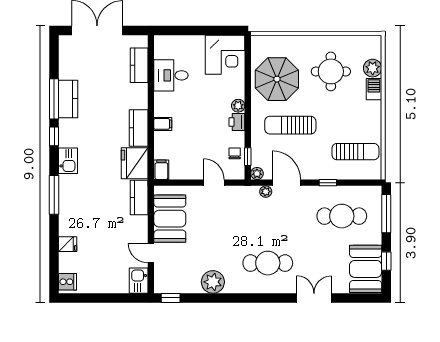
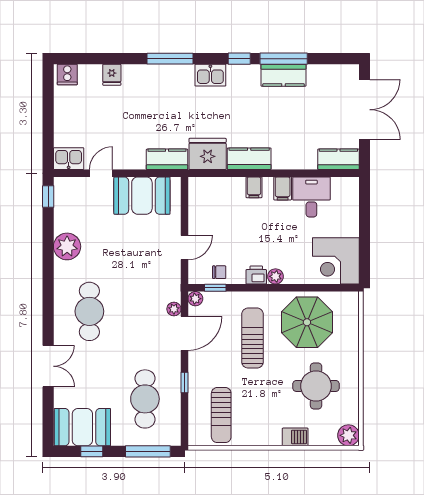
kitchen counter: (139, 65) -> (338, 159), moved
plant: (373, 68) -> (348, 435), moved
filing cabinet: (161, 170) -> (283, 188), moved, turned 90

